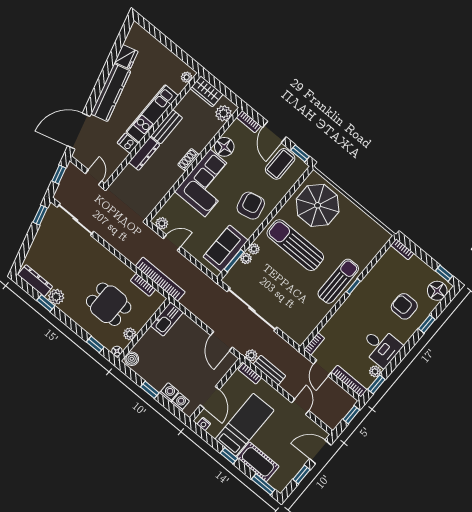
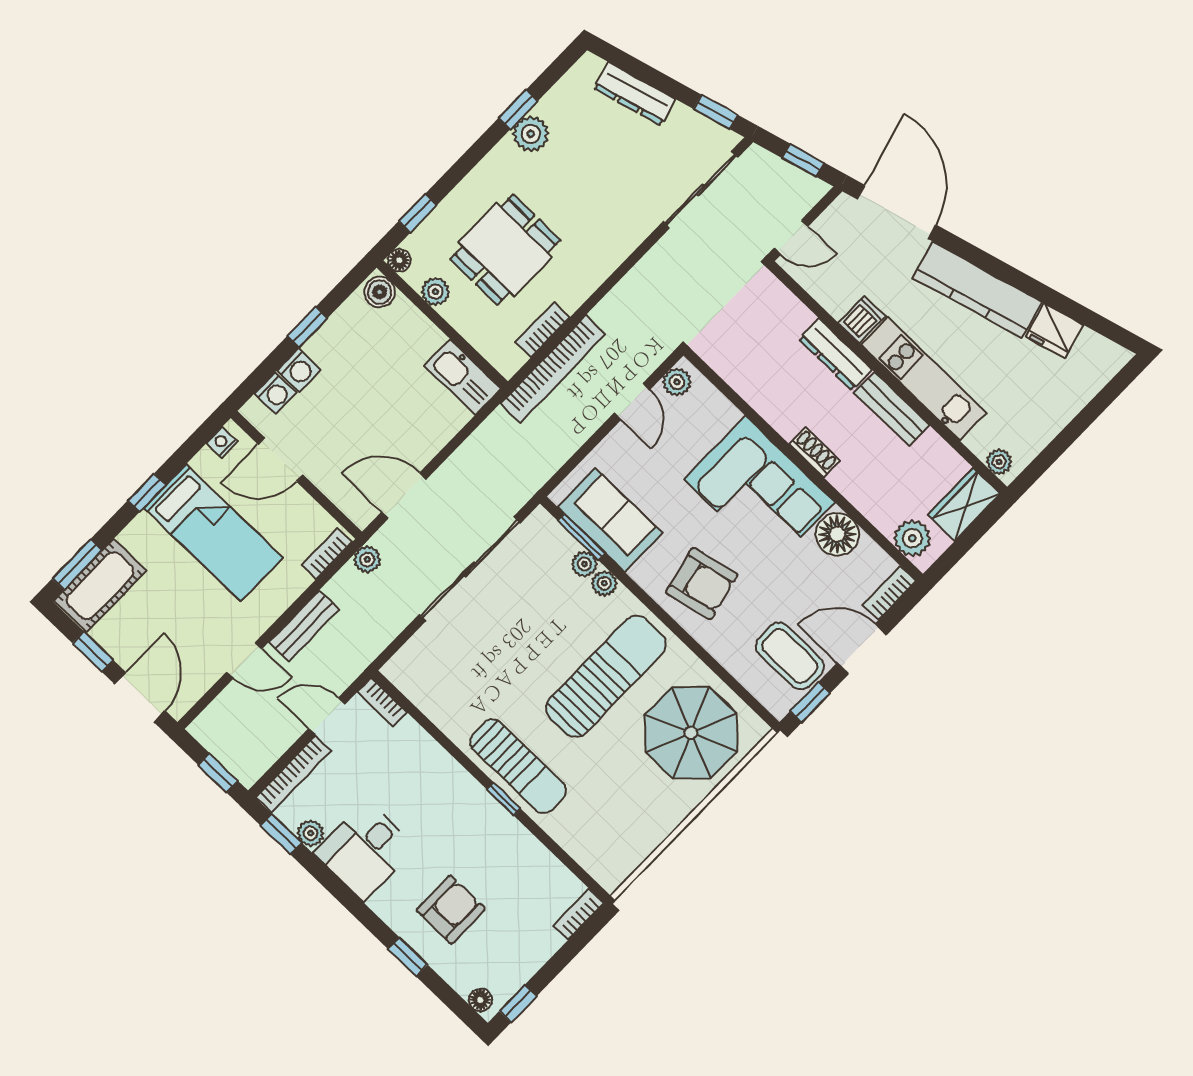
dresser: (35, 281) -> (634, 94), moved, turned 75
floor lamp: (437, 291) -> (480, 1000), width x0.53, depth x0.53
bench: (269, 370) -> (304, 626), moved
cot: (258, 462) -> (100, 586), moved

